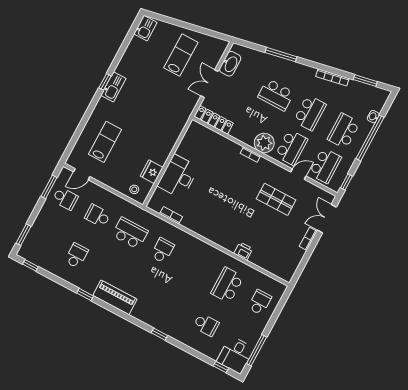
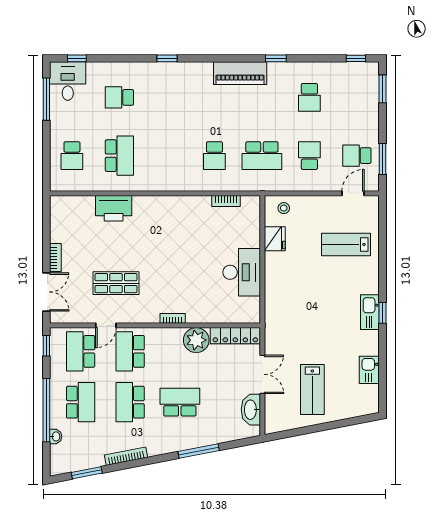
kitchen sink: (145, 28) -> (369, 370), moved
lab bench: (105, 142) -> (346, 244), turned 90
plant: (264, 143) -> (196, 340), moved
desk: (178, 176) -> (242, 272), moved
school desk: (98, 216) -> (309, 156), turned -90
printer: (243, 251) -> (114, 208), width x1.87, depth x1.48

